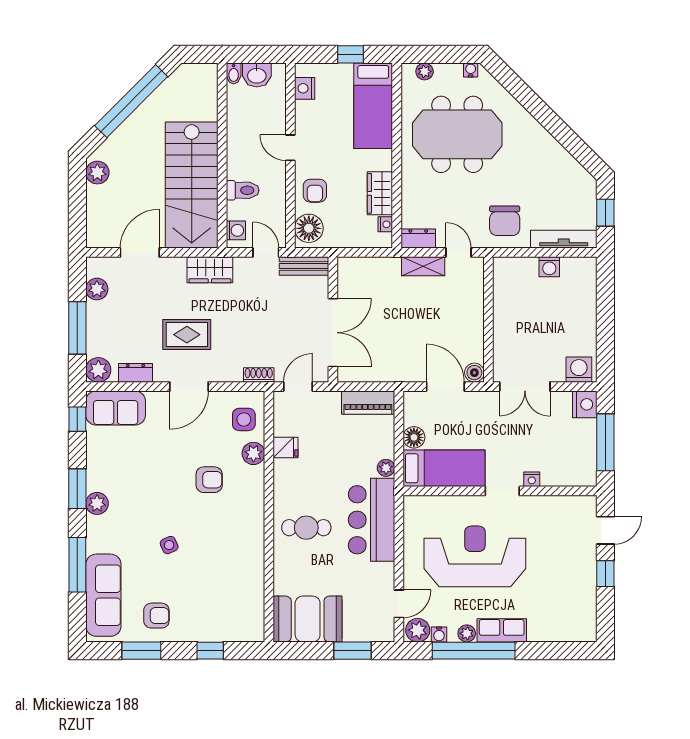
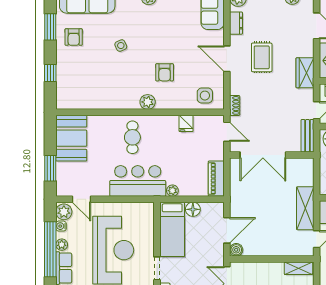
shelving: (423, 266) -> (305, 208), width x1.50, depth x1.33
shelving: (502, 280) -> (298, 268), added
plant: (253, 453) -> (148, 102), moved

